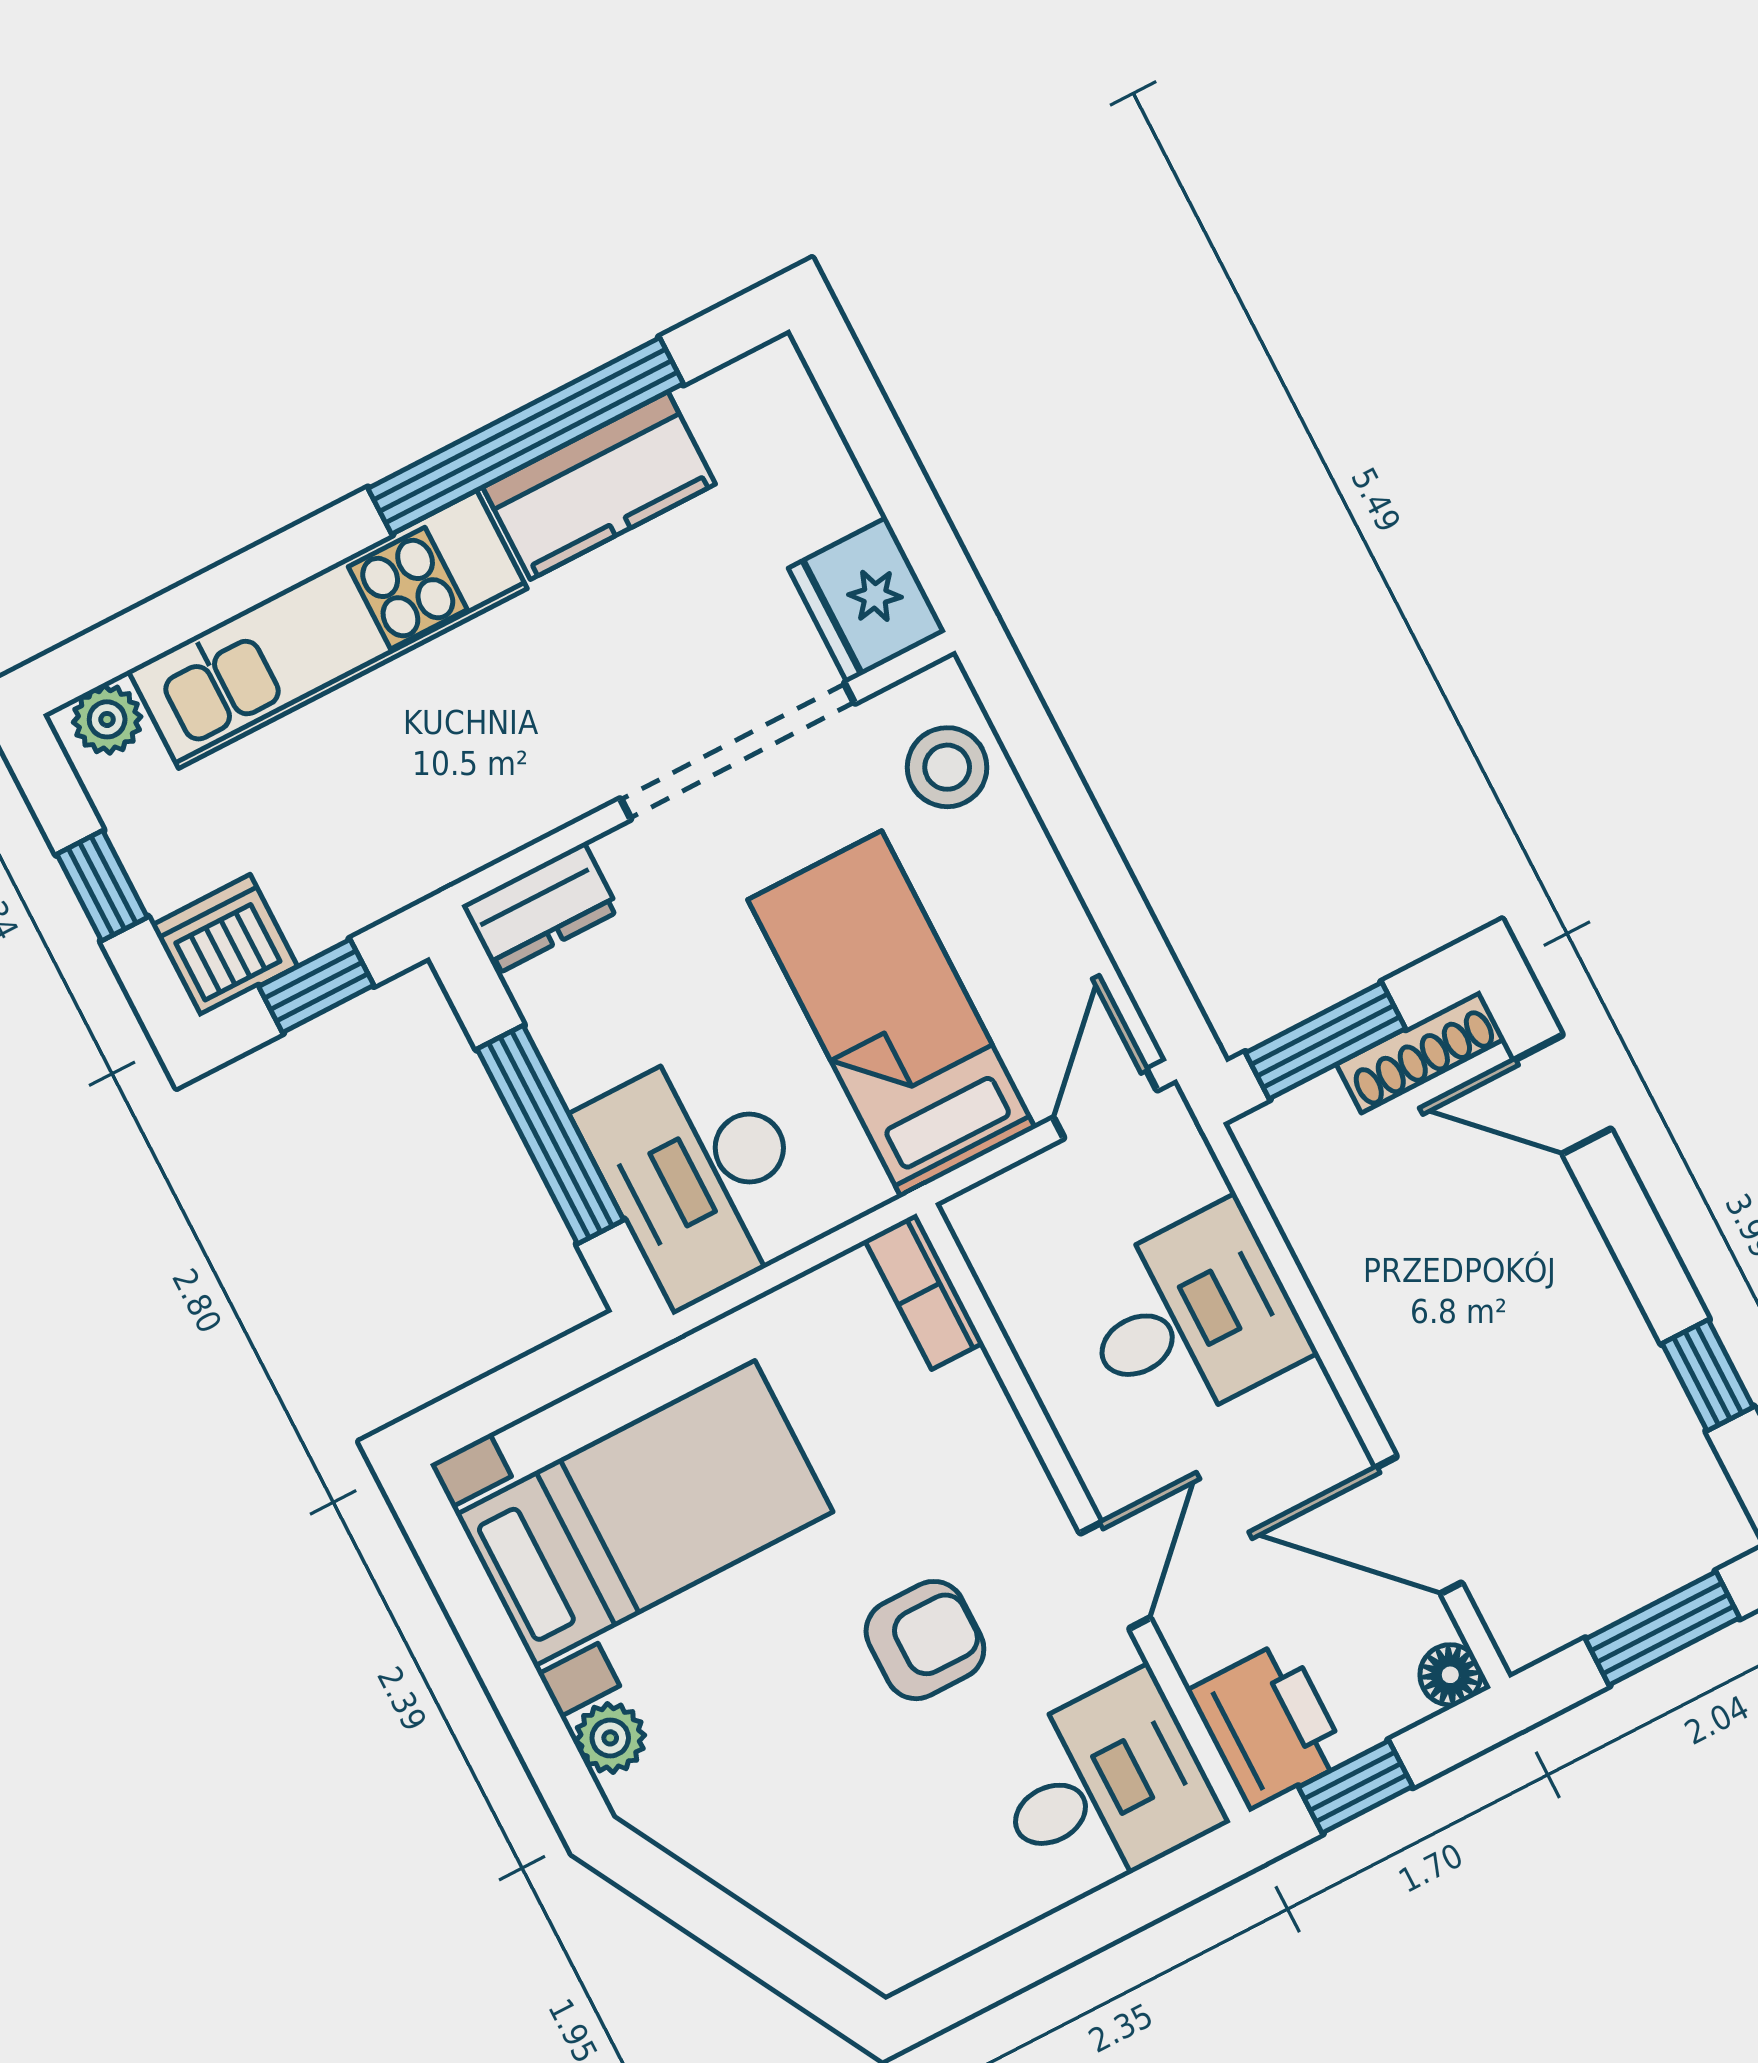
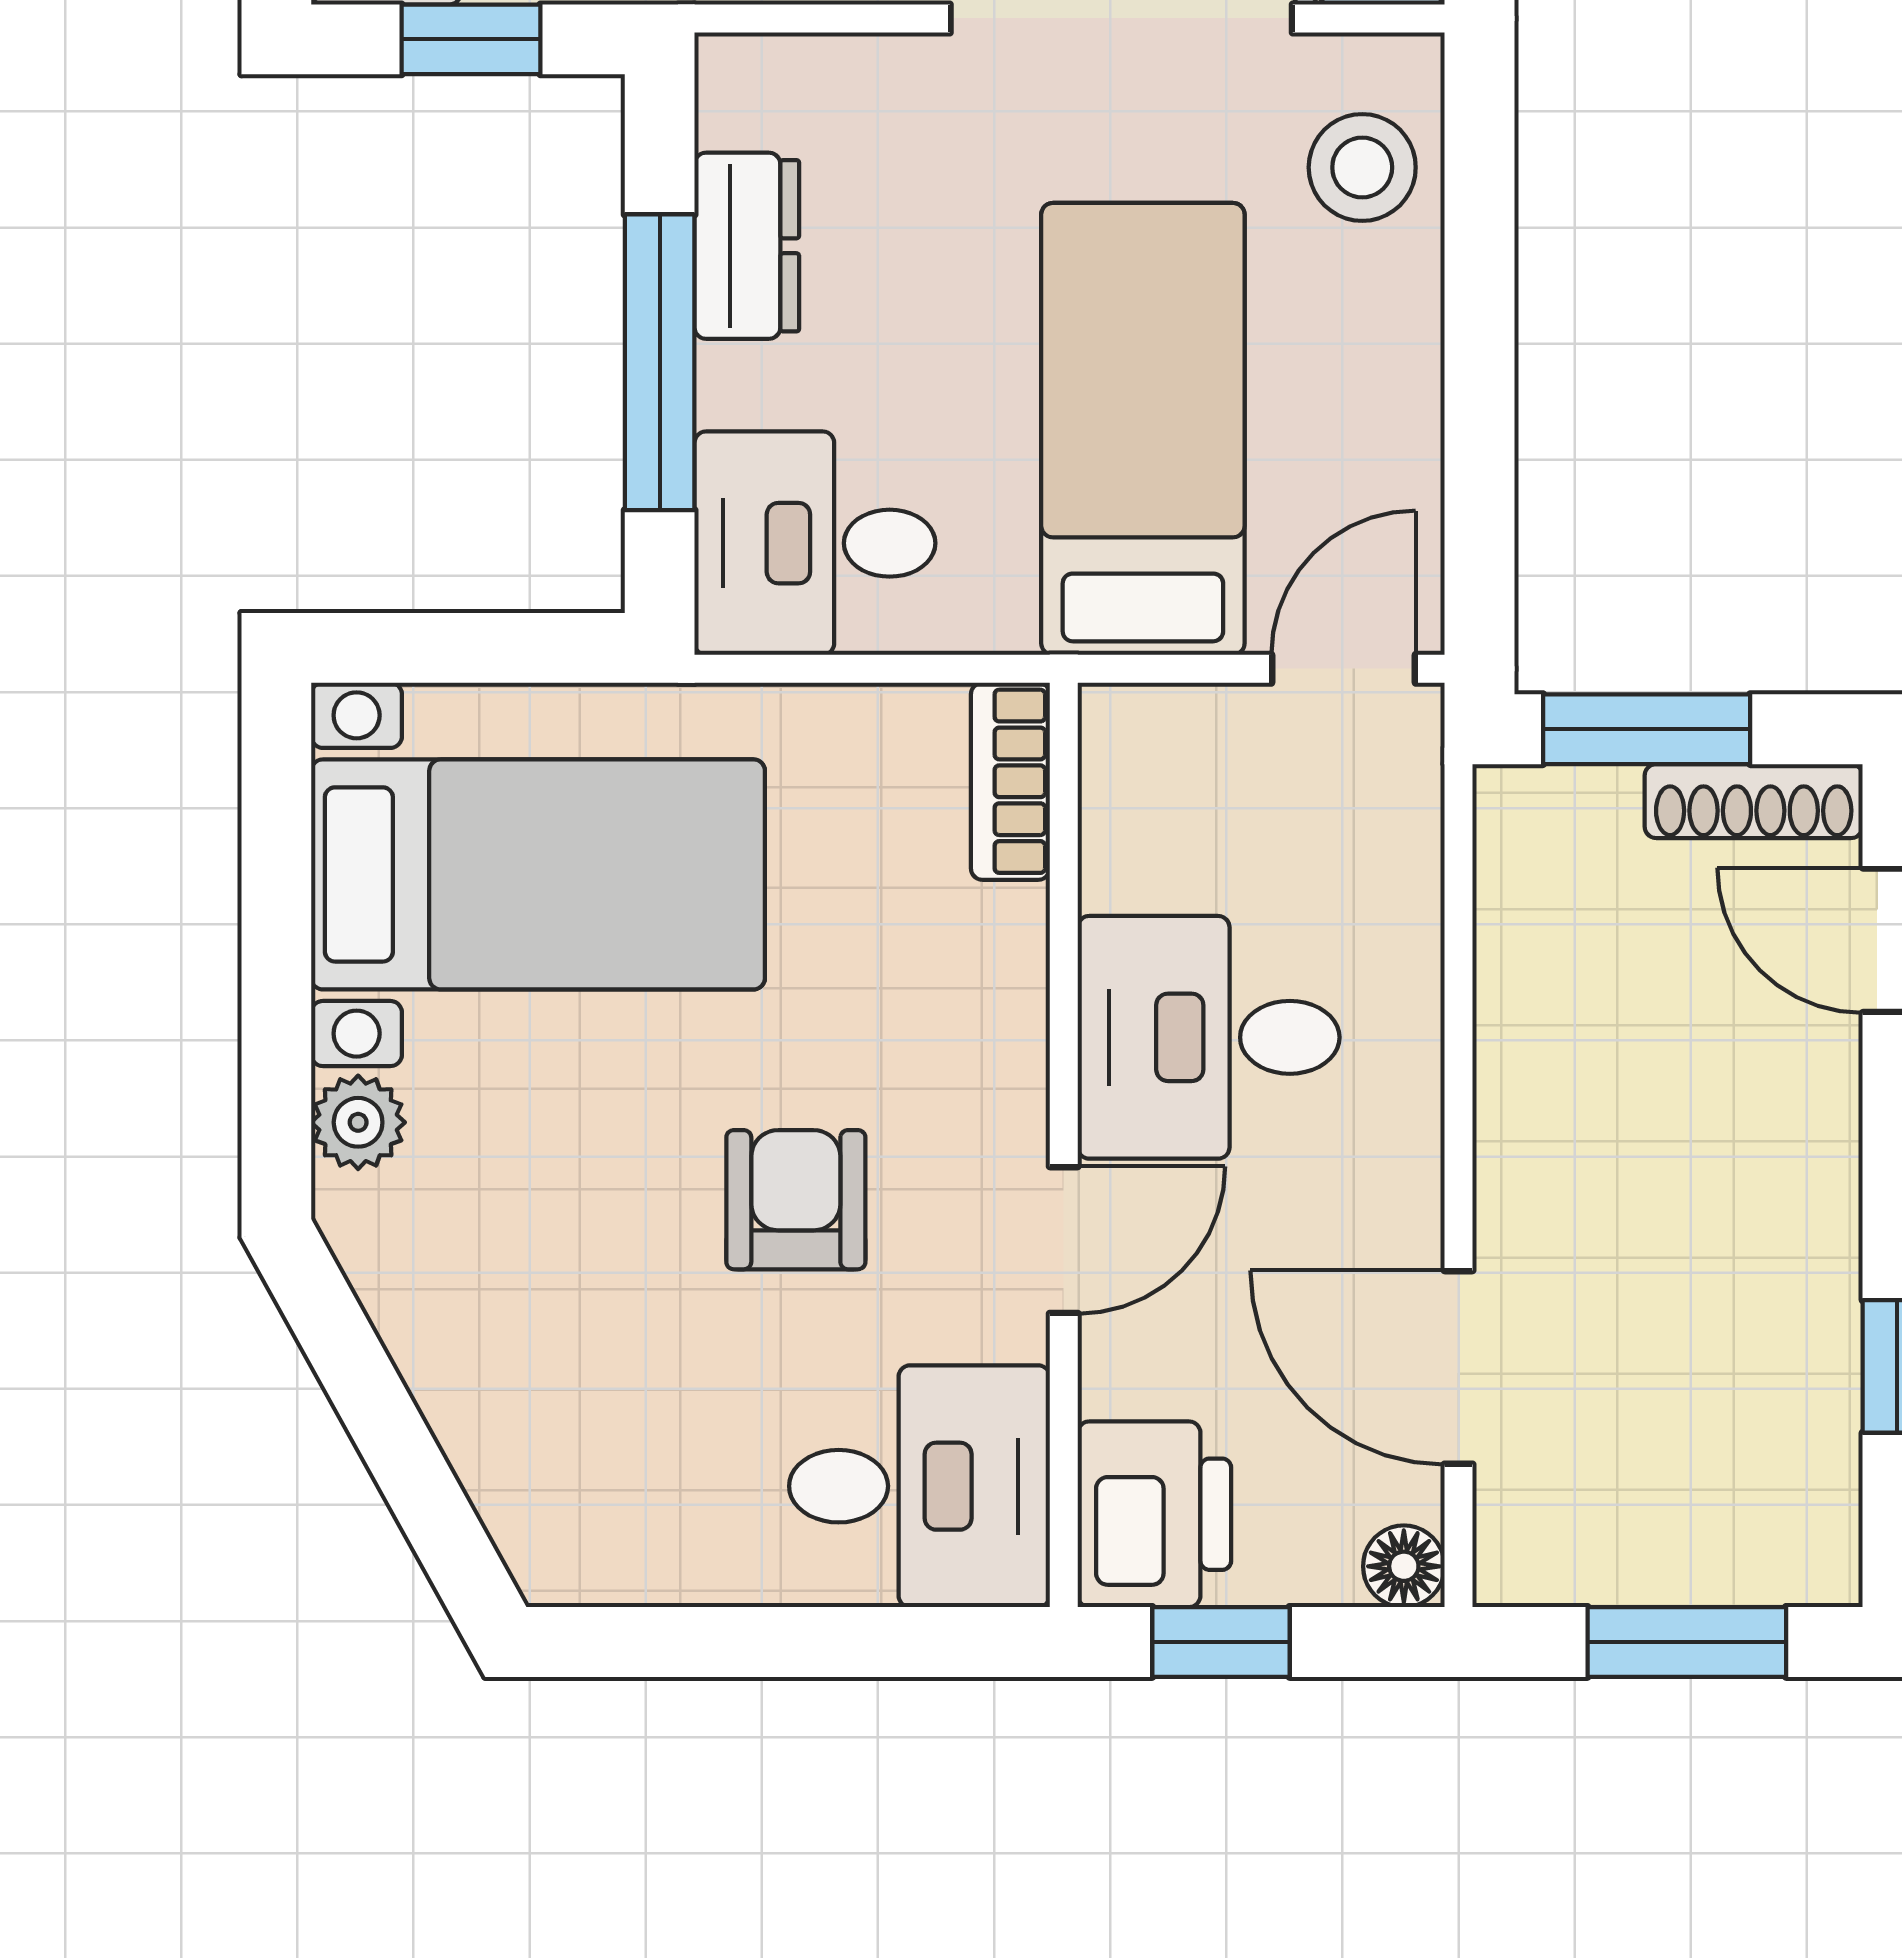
dresser: (540, 908) -> (747, 246), moved, turned -90
desk: (700, 1173) -> (815, 543), width x0.73
desk: (1191, 1318) -> (1209, 1037), moved, turned 180
armchair: (925, 1640) -> (796, 1200), turned -90

